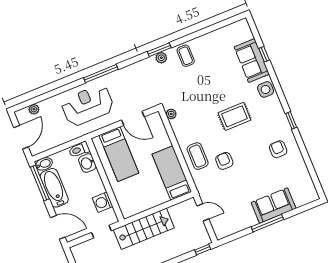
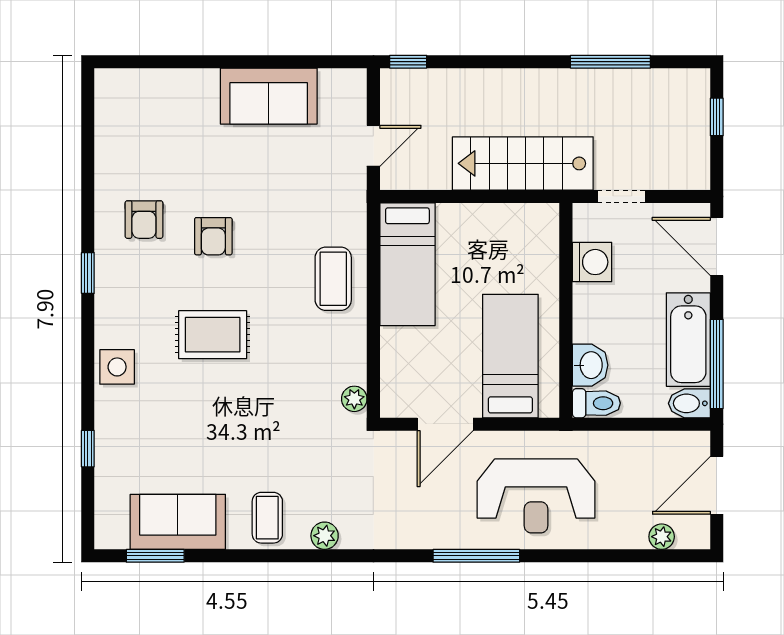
window: (159, 50) -> (155, 556), moved
sofa: (252, 61) -> (178, 522), moved, turned -90
door: (133, 118) -> (445, 424), swing flipped
armchair: (224, 161) -> (213, 236), moved
sofa: (274, 205) -> (269, 96), moved
door: (203, 212) -> (373, 146), swing flipped
window: (267, 223) -> (237, 62), removed

